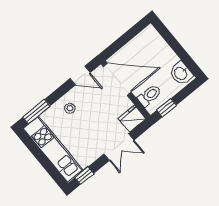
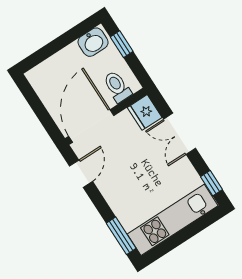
stool: (70, 108) -> (122, 192), removed
window: (167, 108) -> (122, 44), moved
double door: (119, 147) -> (180, 134), swing flipped

